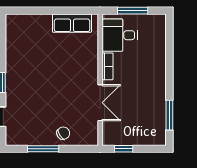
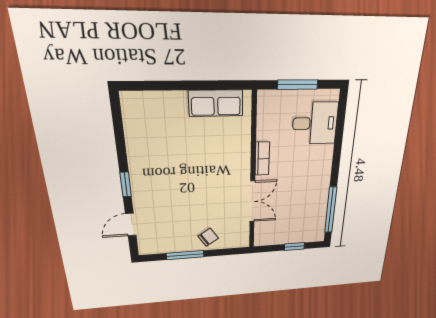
desk: (120, 35) -> (315, 123), moved, turned 180
window: (169, 115) -> (331, 210), width x1.44
window: (124, 149) -> (294, 247), moved

